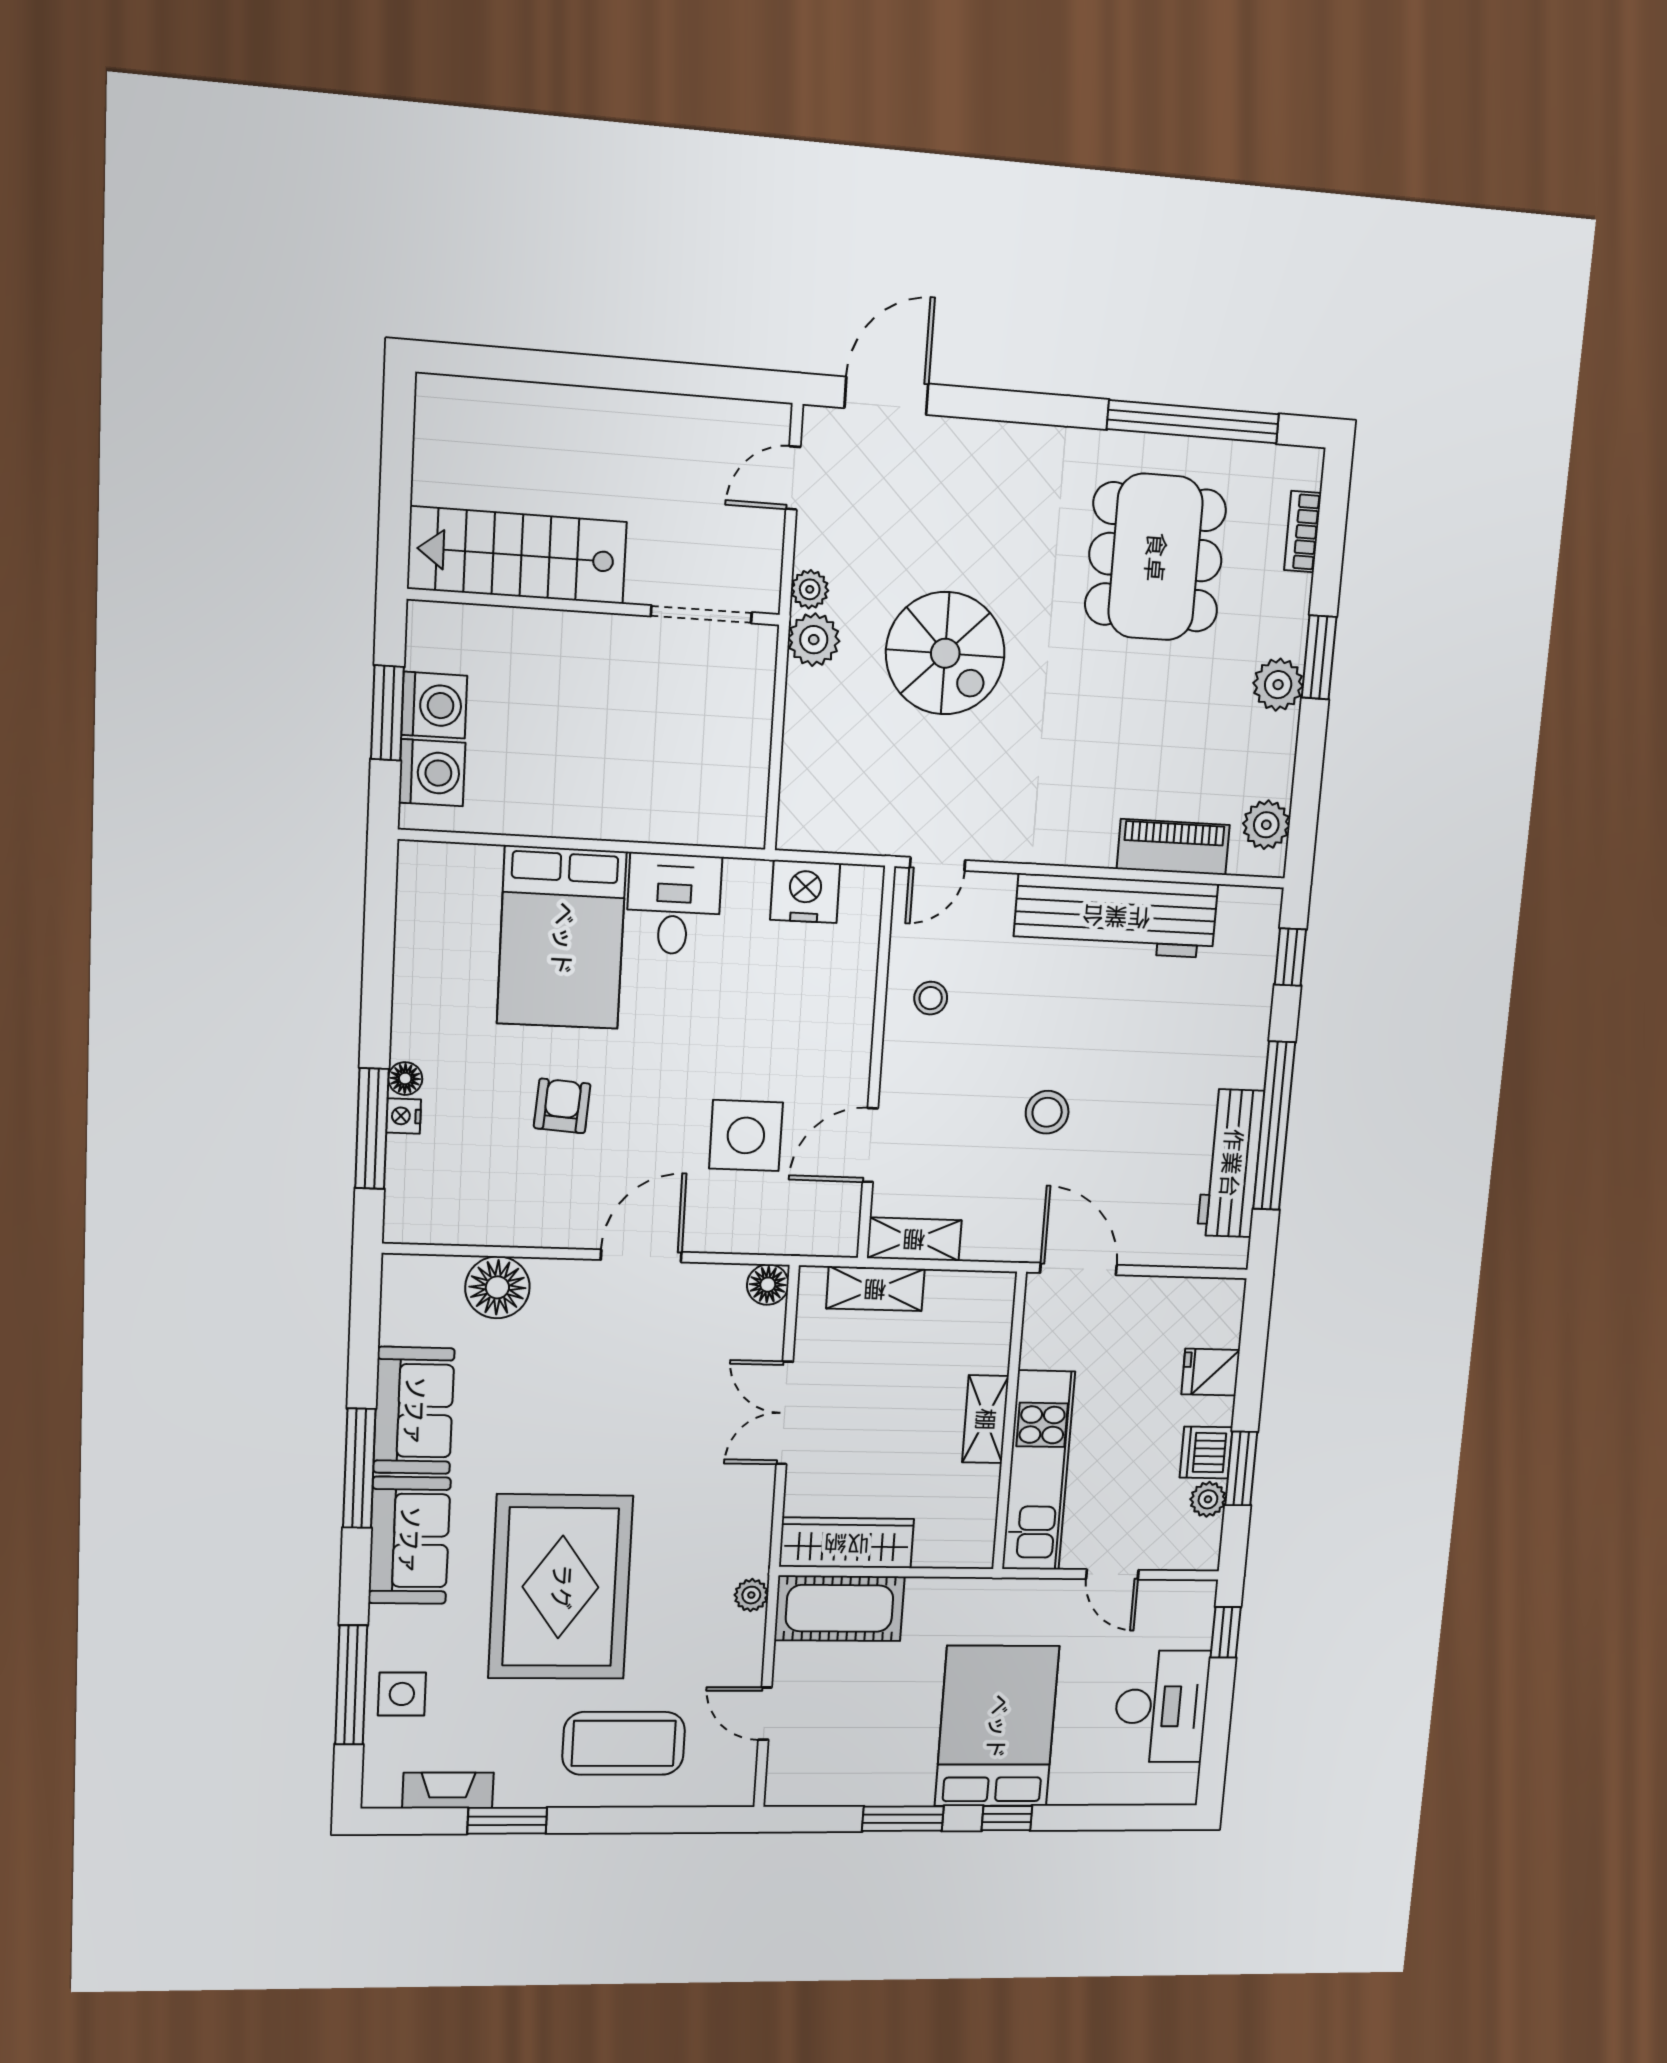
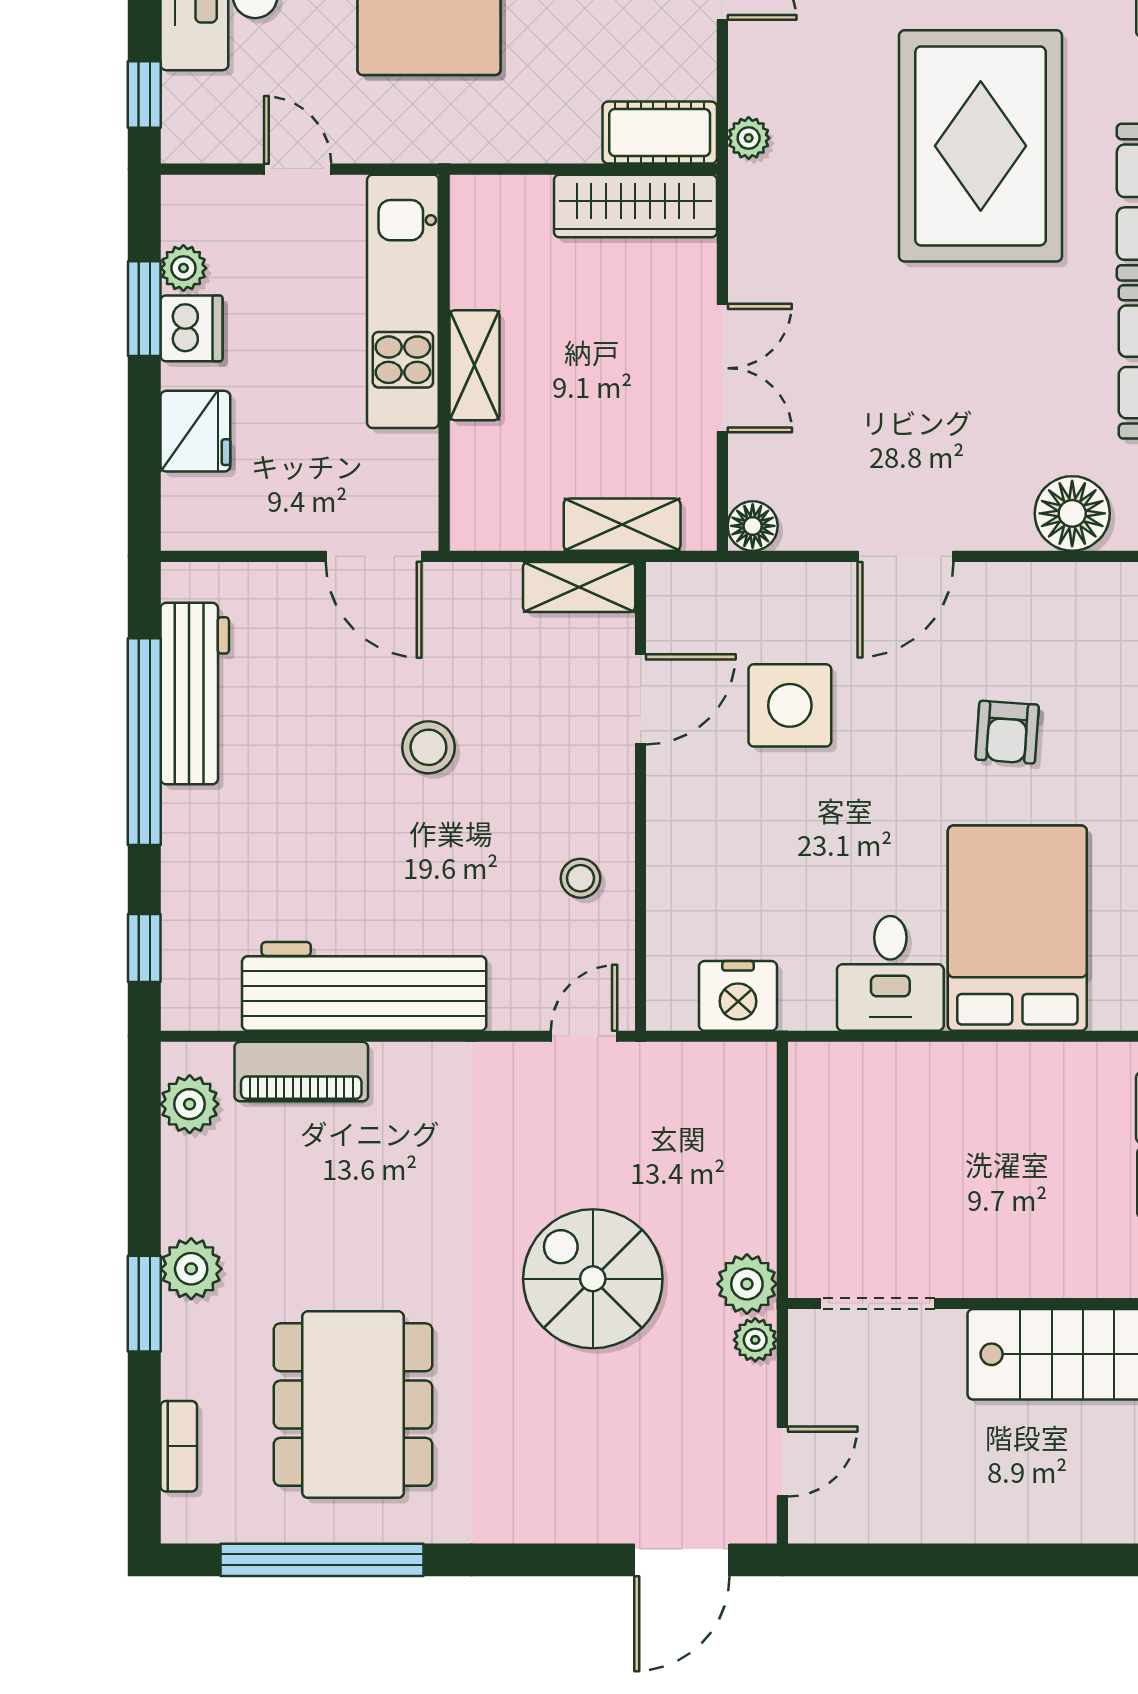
fridge: (1211, 1372) -> (195, 431), width x1.38
cot: (840, 1608) -> (660, 133), width x0.73, depth x0.75

